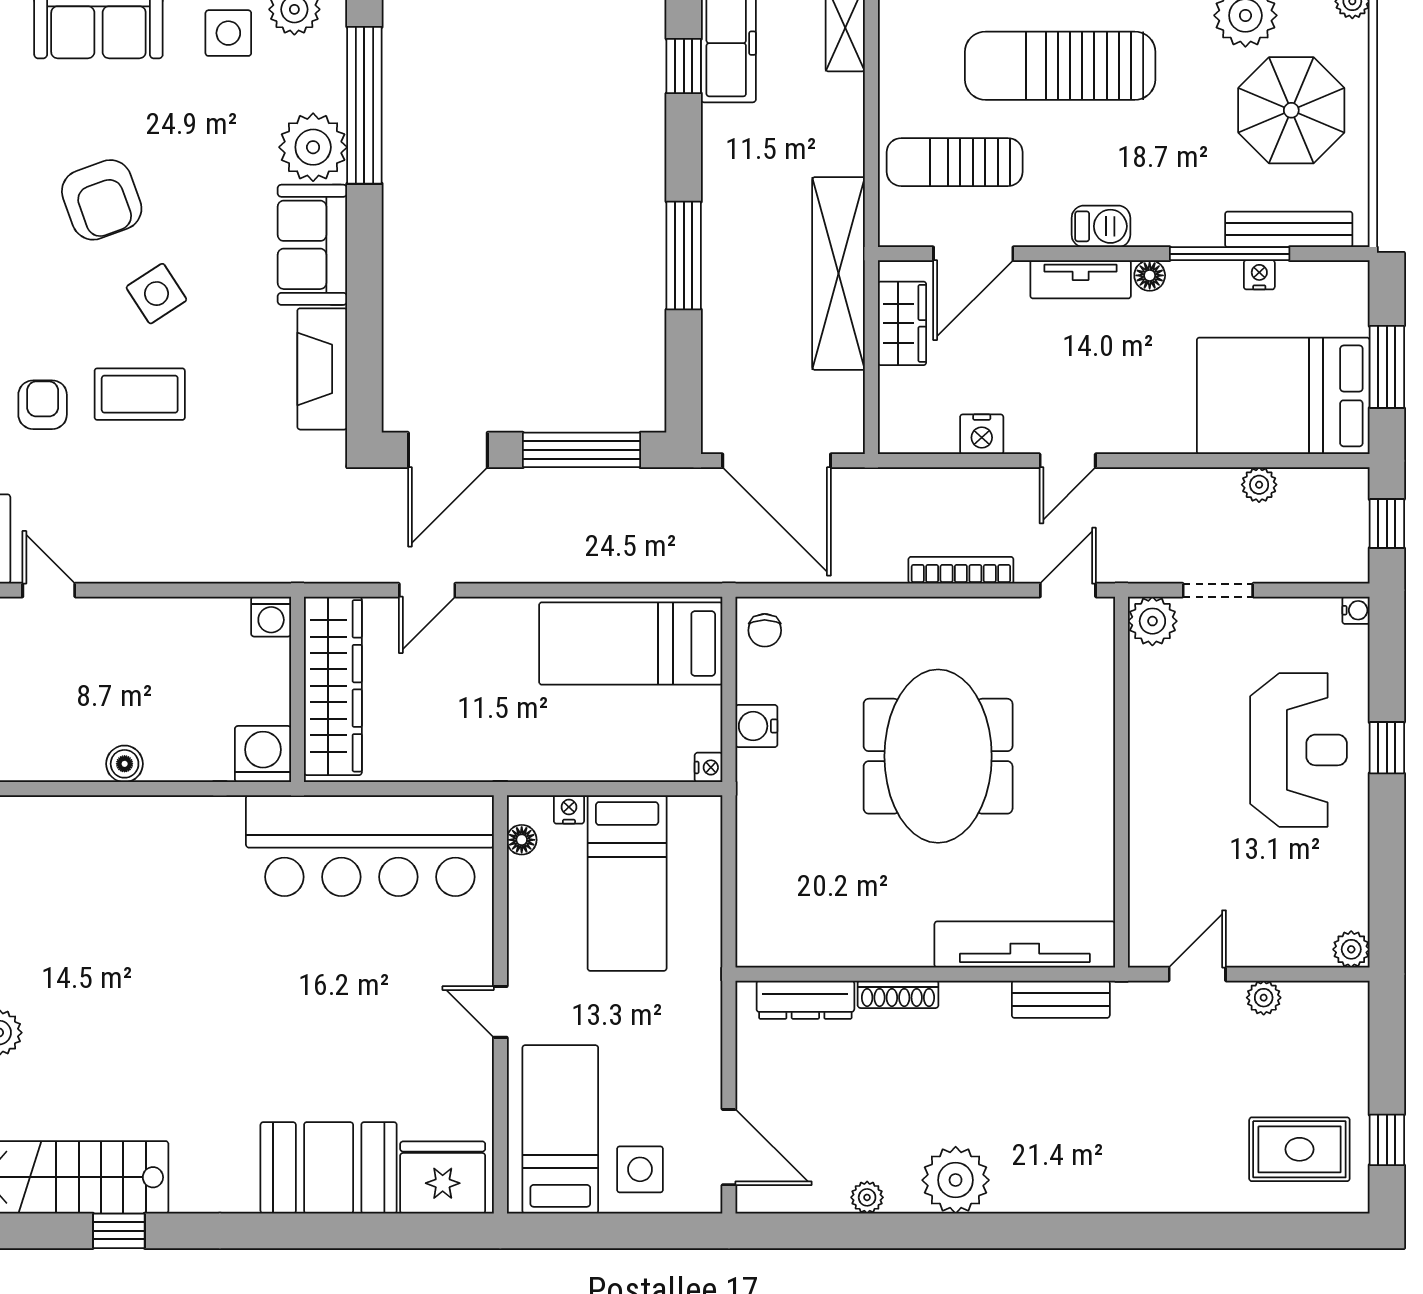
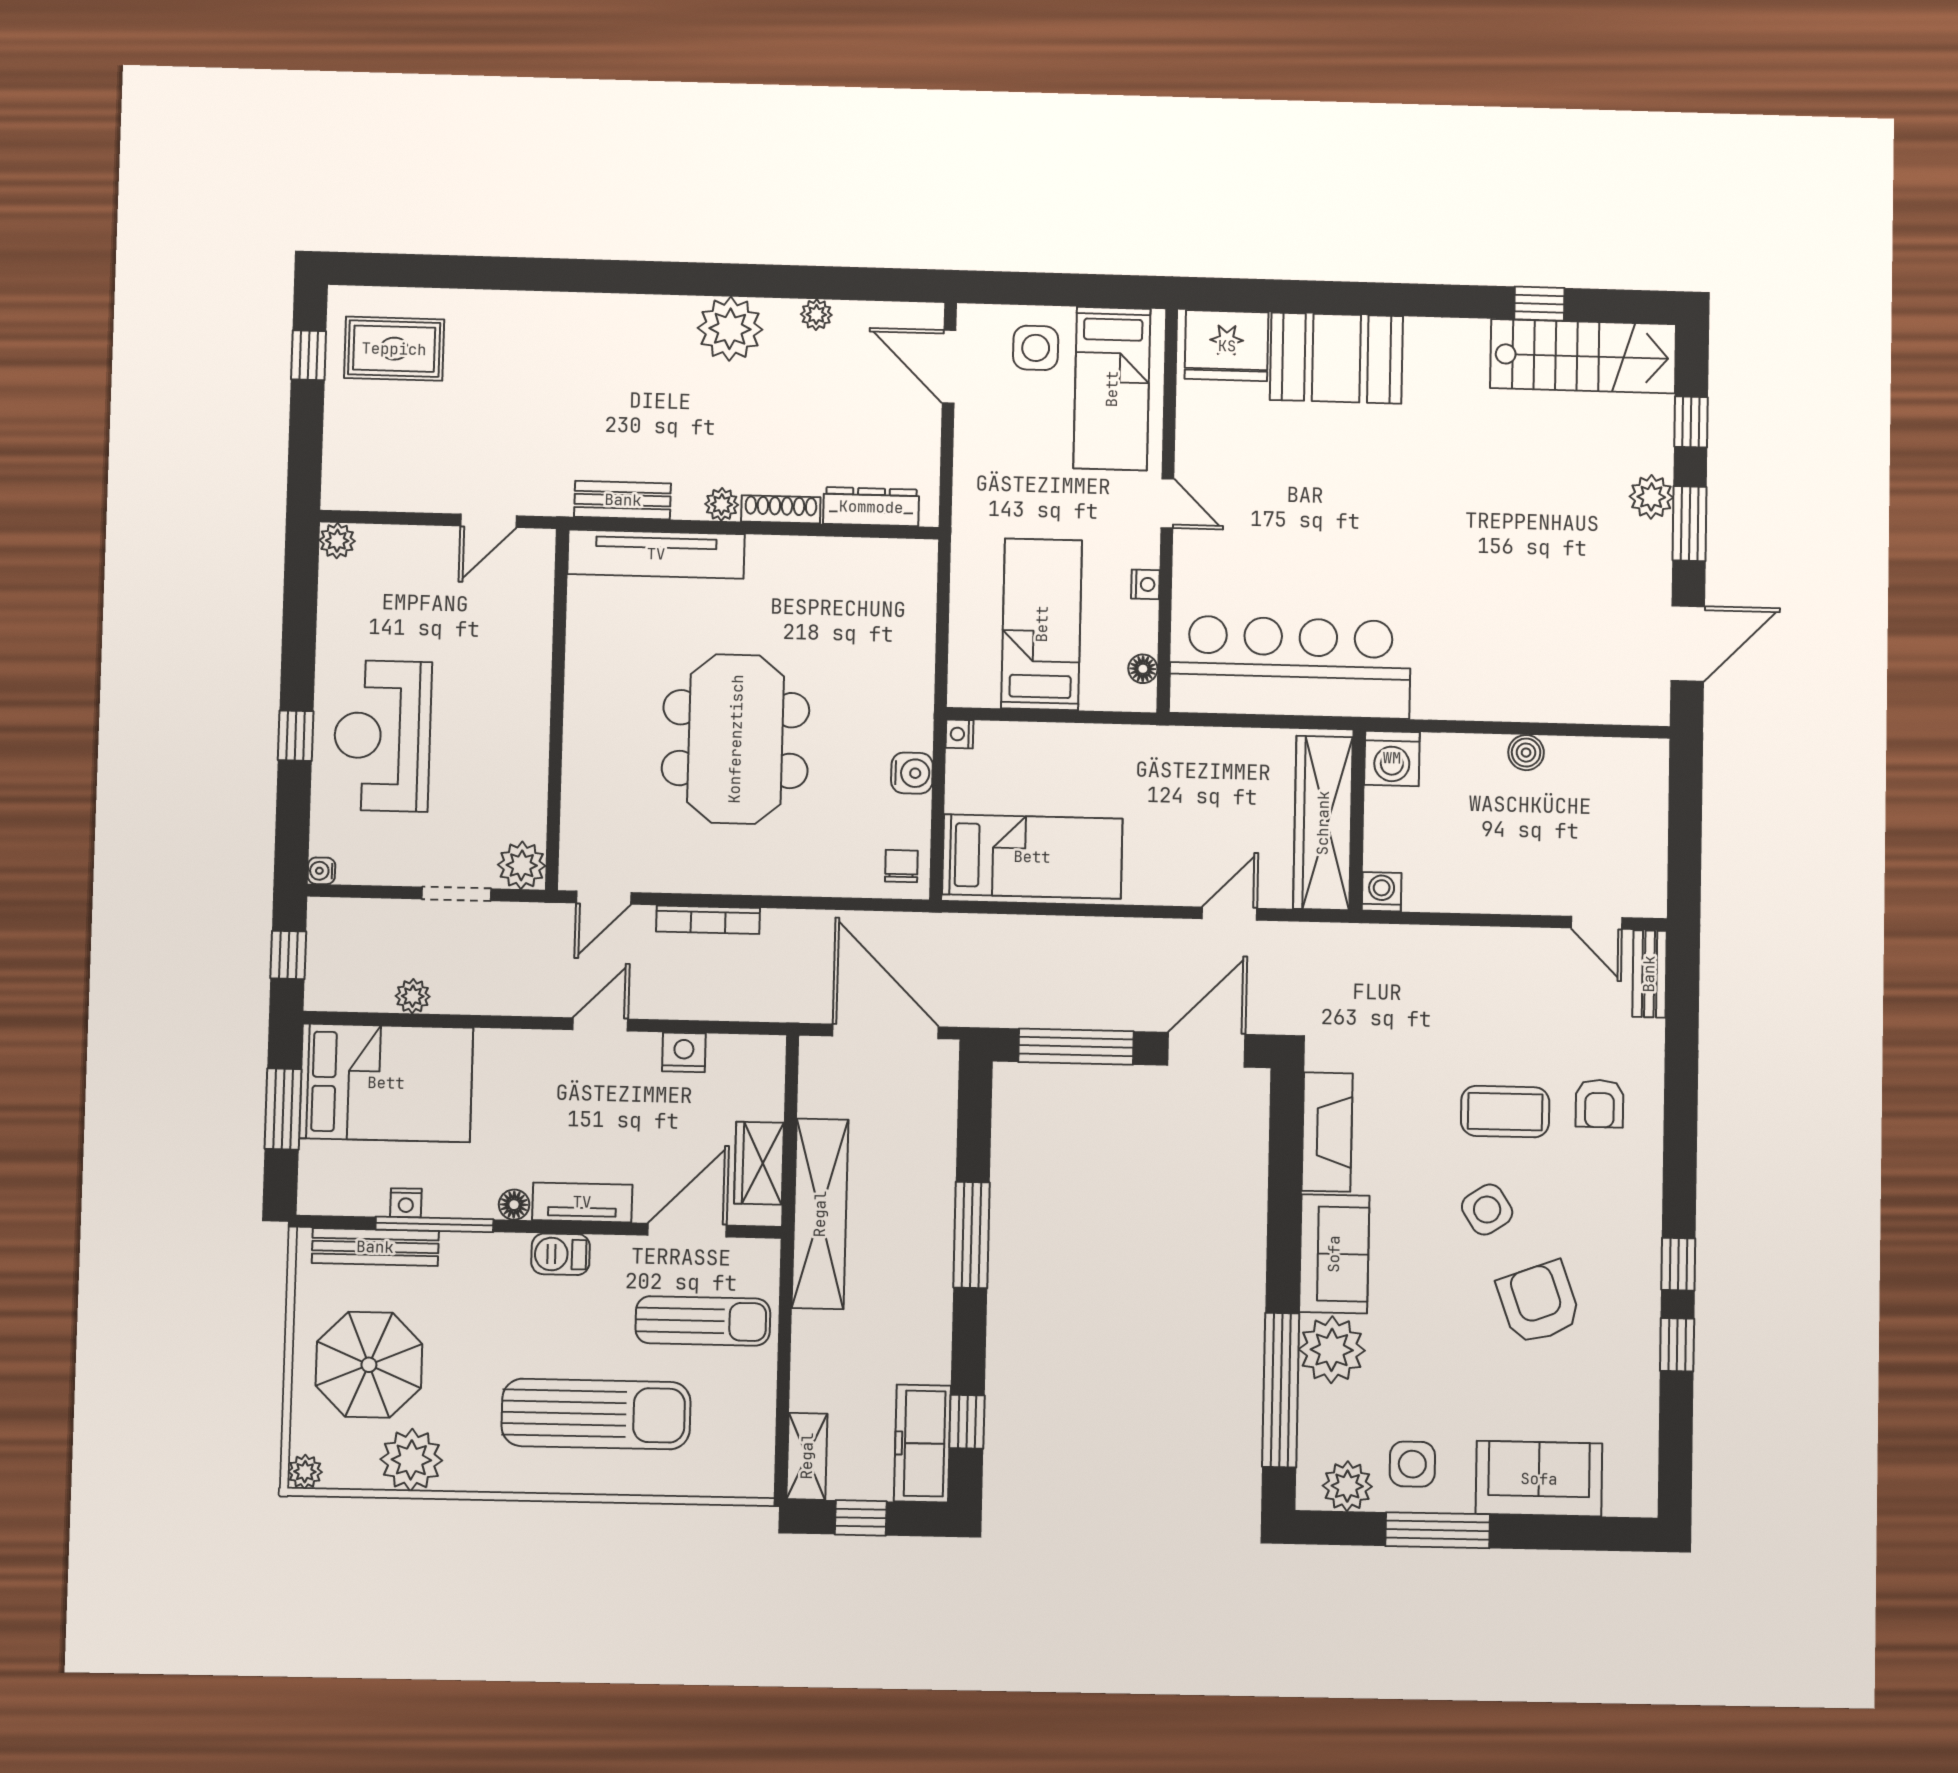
nightstand: (569, 809) -> (1145, 584), moved, turned -90
plant: (1264, 998) -> (722, 504), moved

